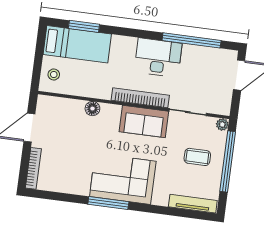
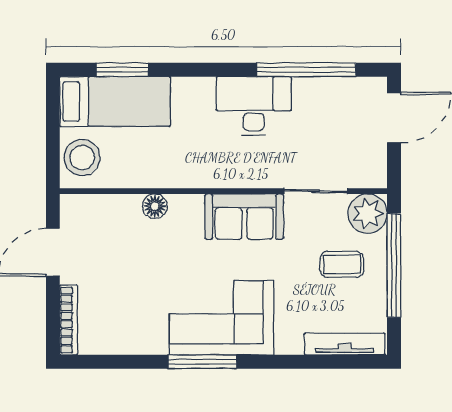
stool: (54, 75) -> (82, 158), width x1.89, depth x1.89
bookcase: (140, 98) -> (233, 177), removed
plant: (222, 125) -> (368, 213), width x1.88, depth x1.88

